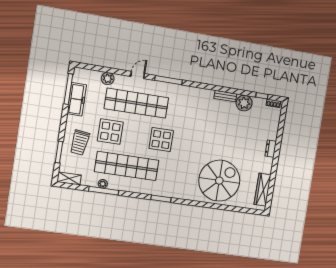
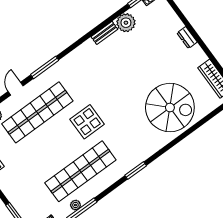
display table: (110, 132) -> (39, 156), removed
trolley: (80, 142) -> (24, 190), removed
spiral stairs: (219, 181) -> (170, 108), turned 90

